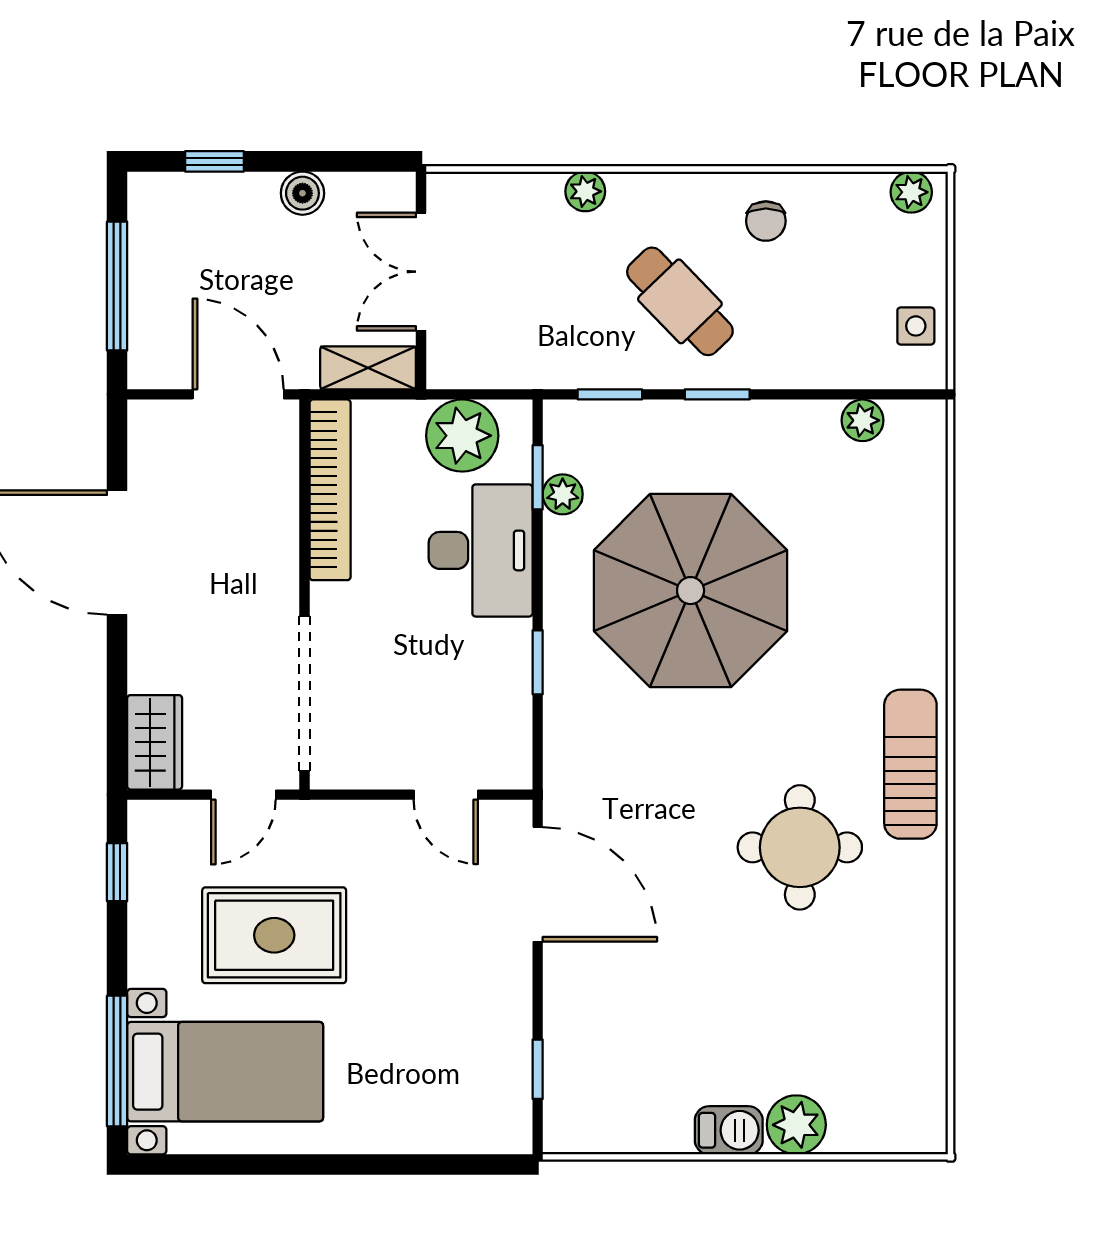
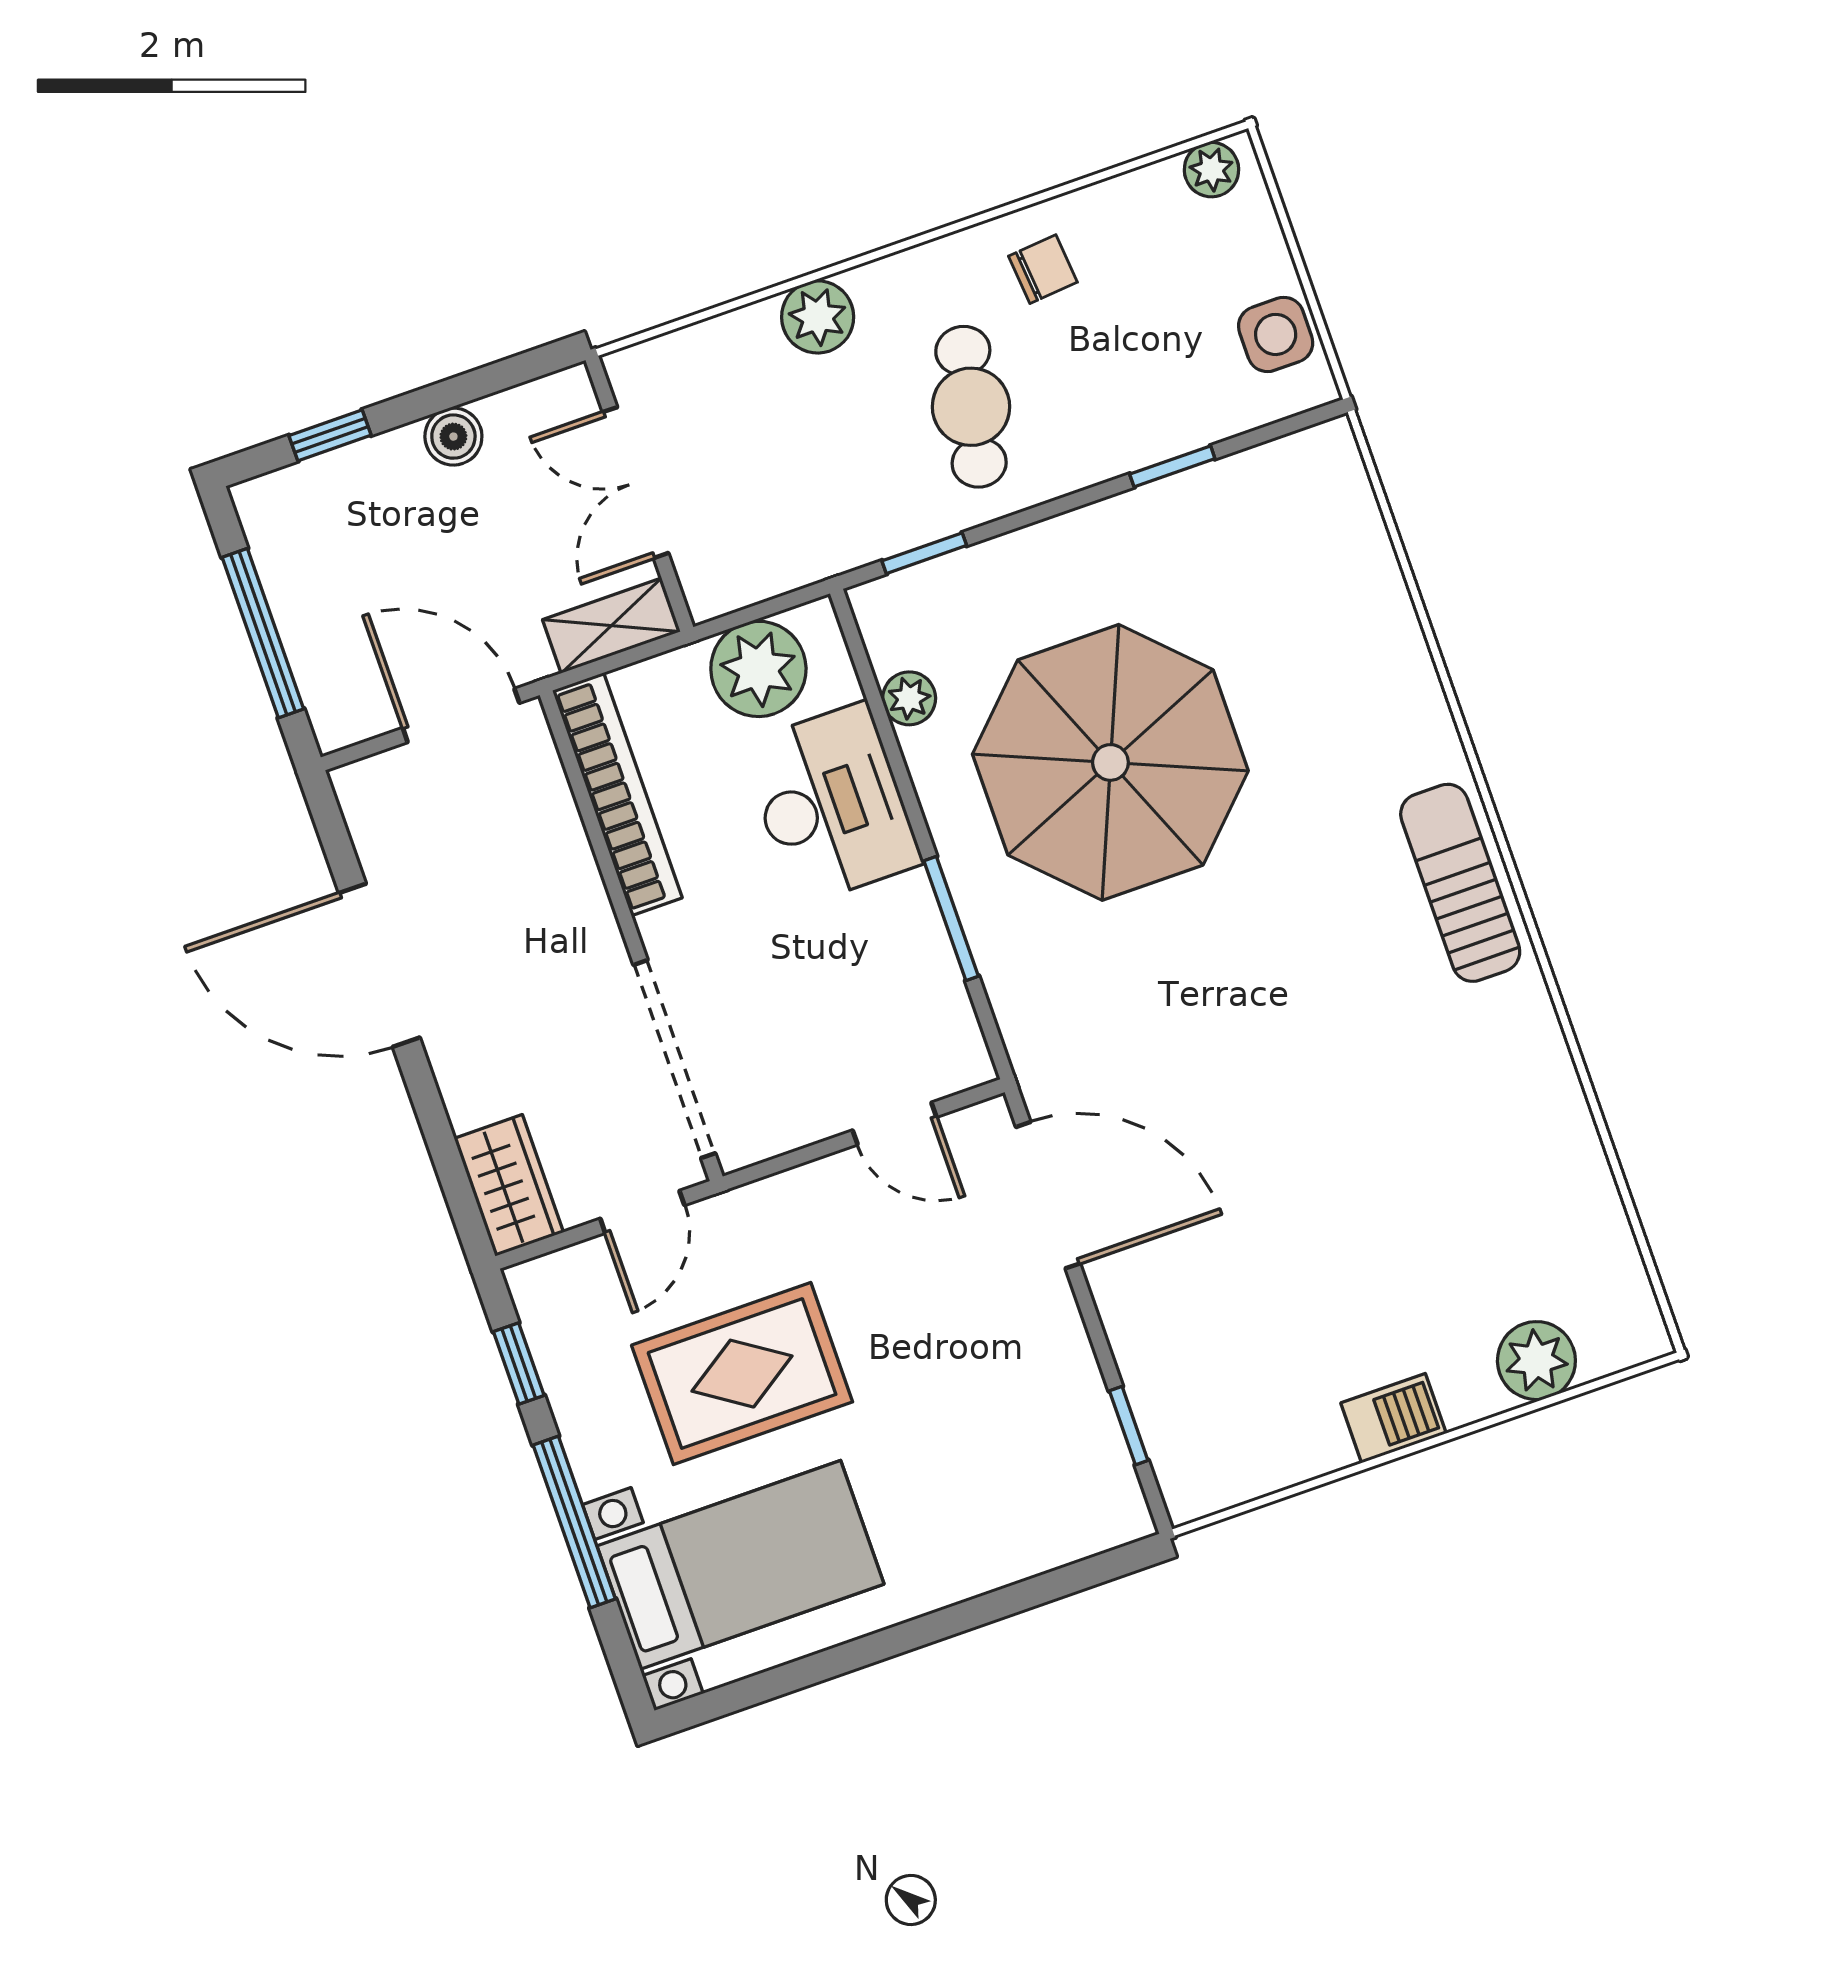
plant: (585, 191) -> (818, 317), width x1.38, depth x1.38
chair: (766, 221) -> (1043, 269), turned -95
cafe table: (680, 301) -> (971, 407), turned 55
side table: (916, 326) -> (1276, 334), width x1.37, depth x1.37
window: (717, 394) -> (1172, 466), moved
plant: (862, 420) -> (1250, 475), removed
window: (538, 477) -> (870, 688), removed
window: (538, 662) -> (951, 919), width x1.50
round table: (800, 847) -> (1359, 1035), removed
window: (117, 1061) -> (574, 1522), moved
plant: (796, 1125) -> (1536, 1361), moved

